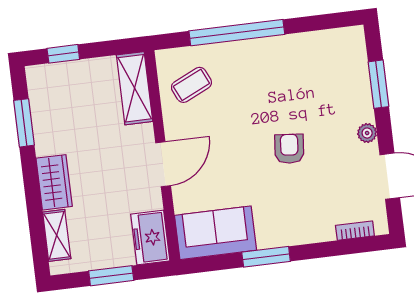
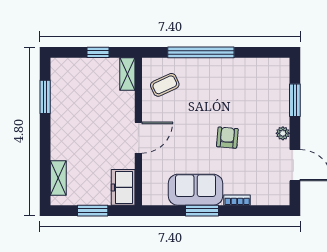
window: (63, 54) -> (98, 52), moved
shelving: (135, 88) -> (127, 74), width x0.67, depth x0.75
wardrobe: (54, 182) -> (61, 141), removed
bookcase: (355, 231) -> (237, 200), moved
sofa: (216, 233) -> (196, 190), moved

